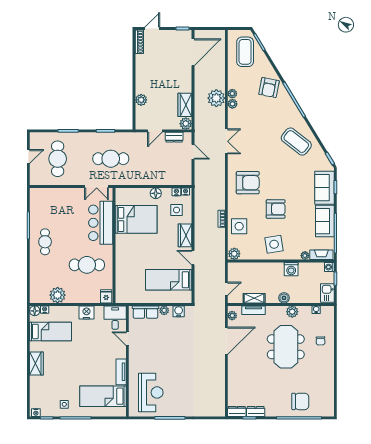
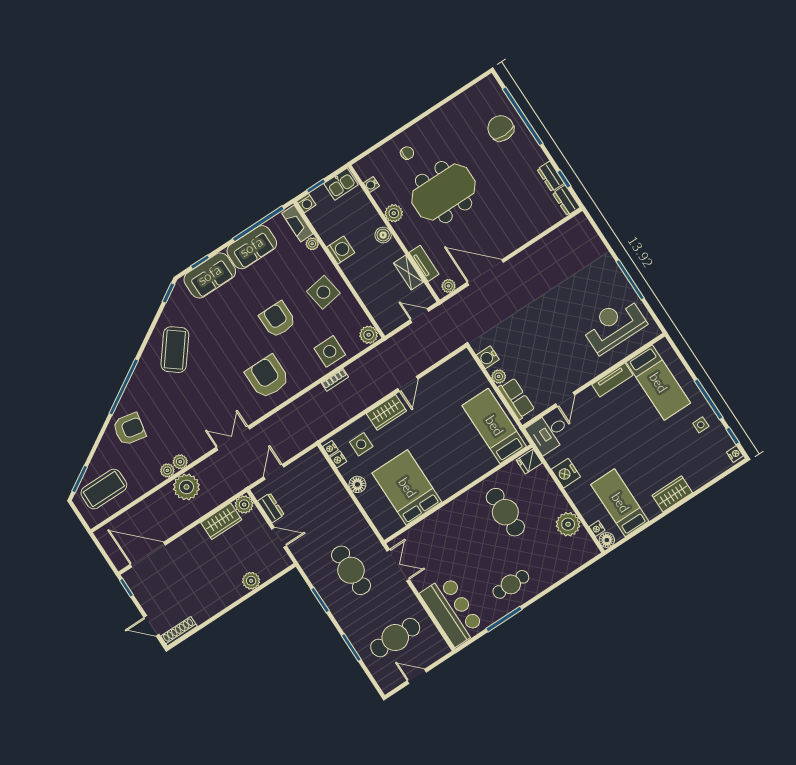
bar counter: (101, 223) -> (452, 611), moved, turned -90
bed: (169, 280) -> (494, 426), moved, turned 180

